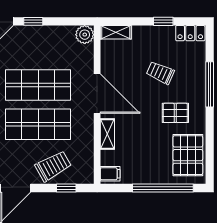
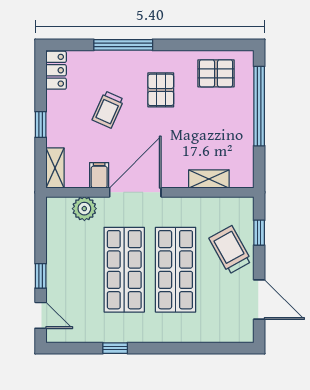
window: (163, 21) -> (41, 125), moved
plant: (85, 35) -> (84, 209), moved
shelving: (107, 134) -> (209, 179), moved
pallet: (188, 155) -> (216, 73), width x0.67, depth x0.71
filing cabinet: (110, 174) -> (99, 175), moved

